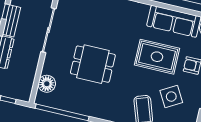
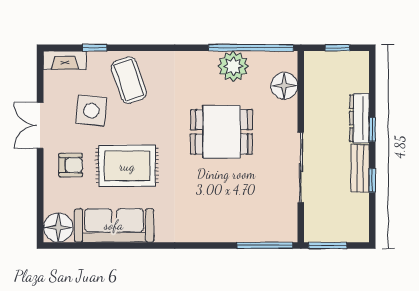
side table: (171, 97) -> (91, 111), turned 36
plant: (76, 103) -> (233, 66), added

